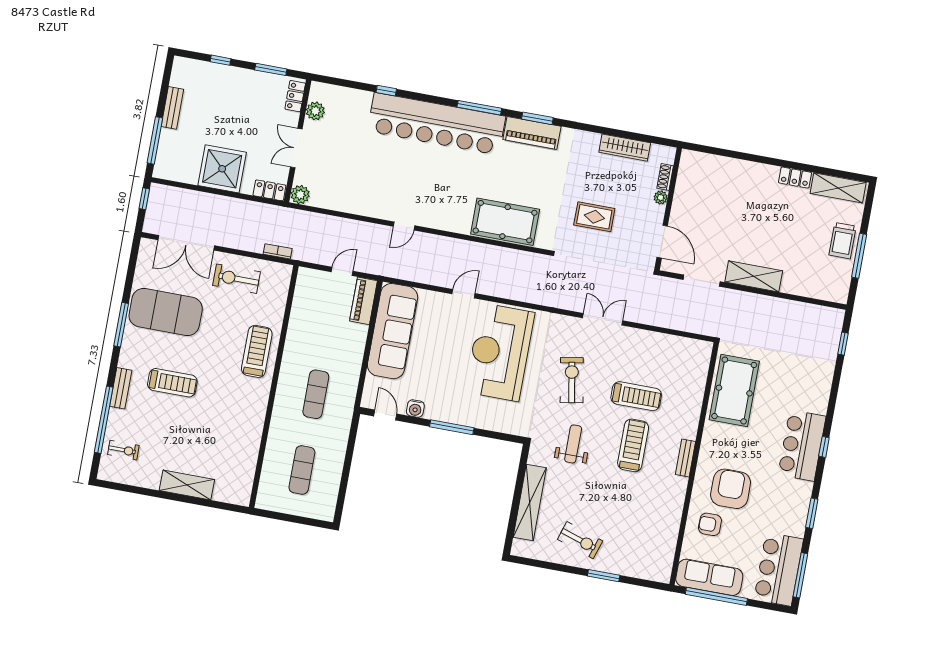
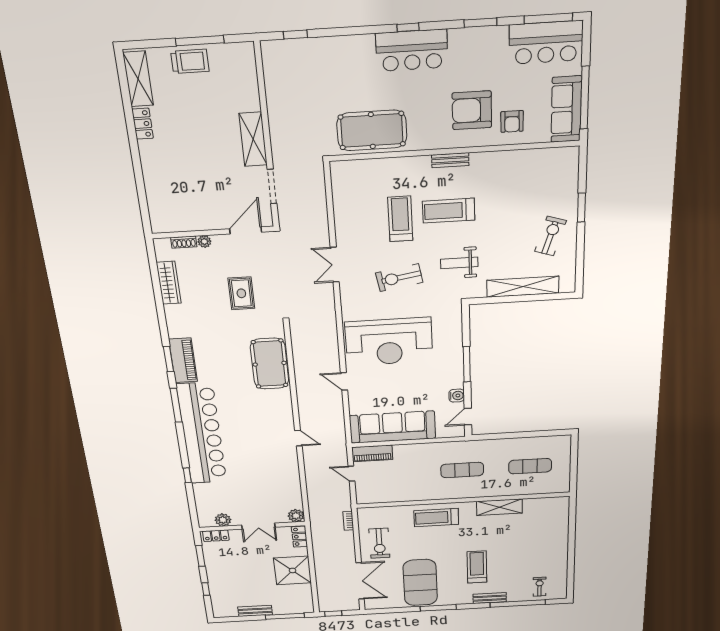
shelving: (187, 485) -> (499, 507), moved, turned 90

